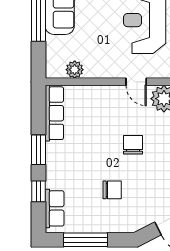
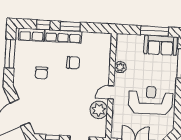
plant: (75, 70) -> (120, 67), moved
row of seats: (54, 113) -> (63, 36), moved
chair: (133, 145) -> (73, 63), moved

